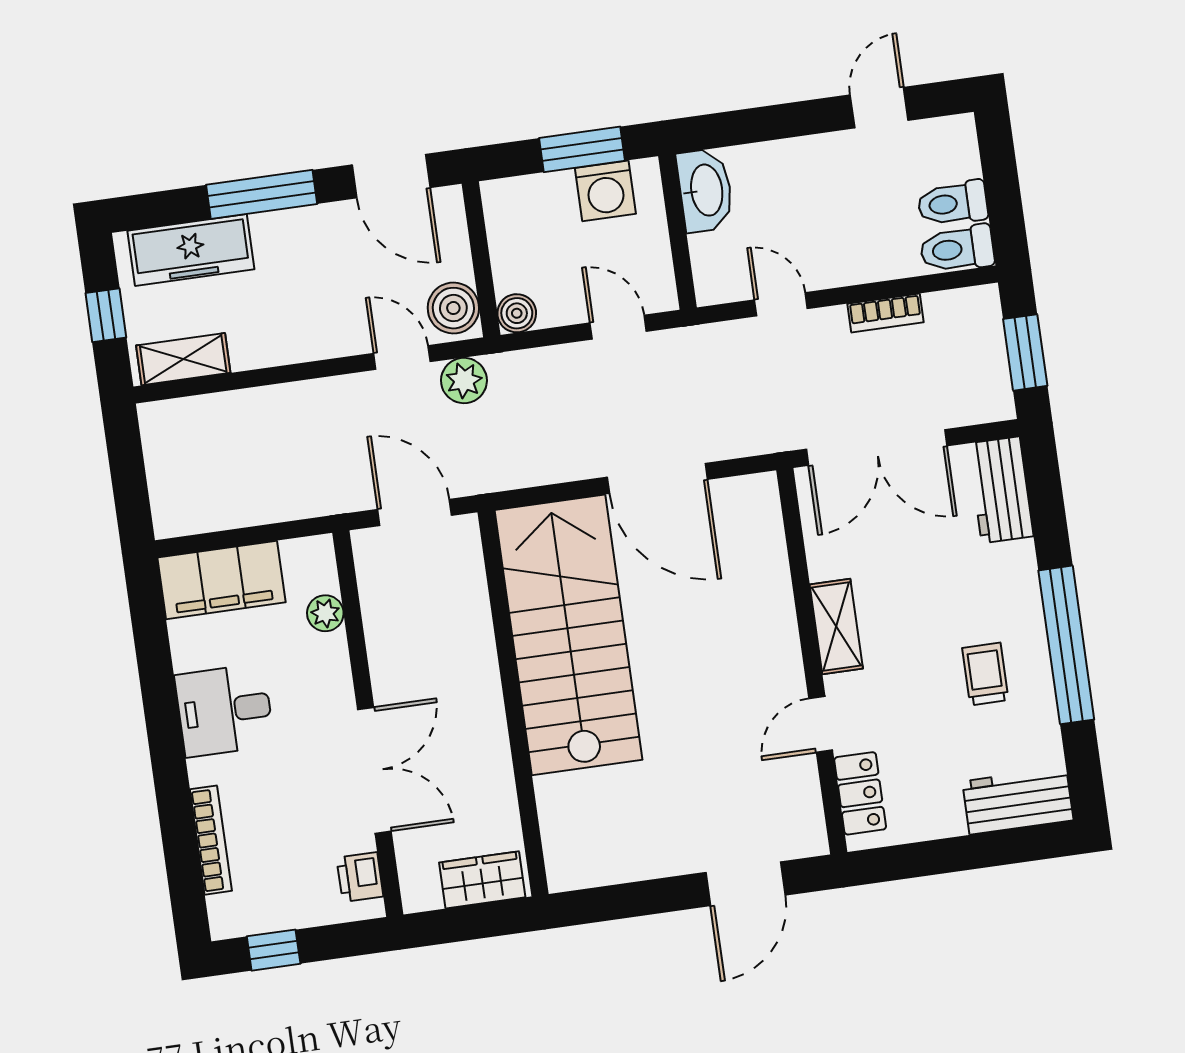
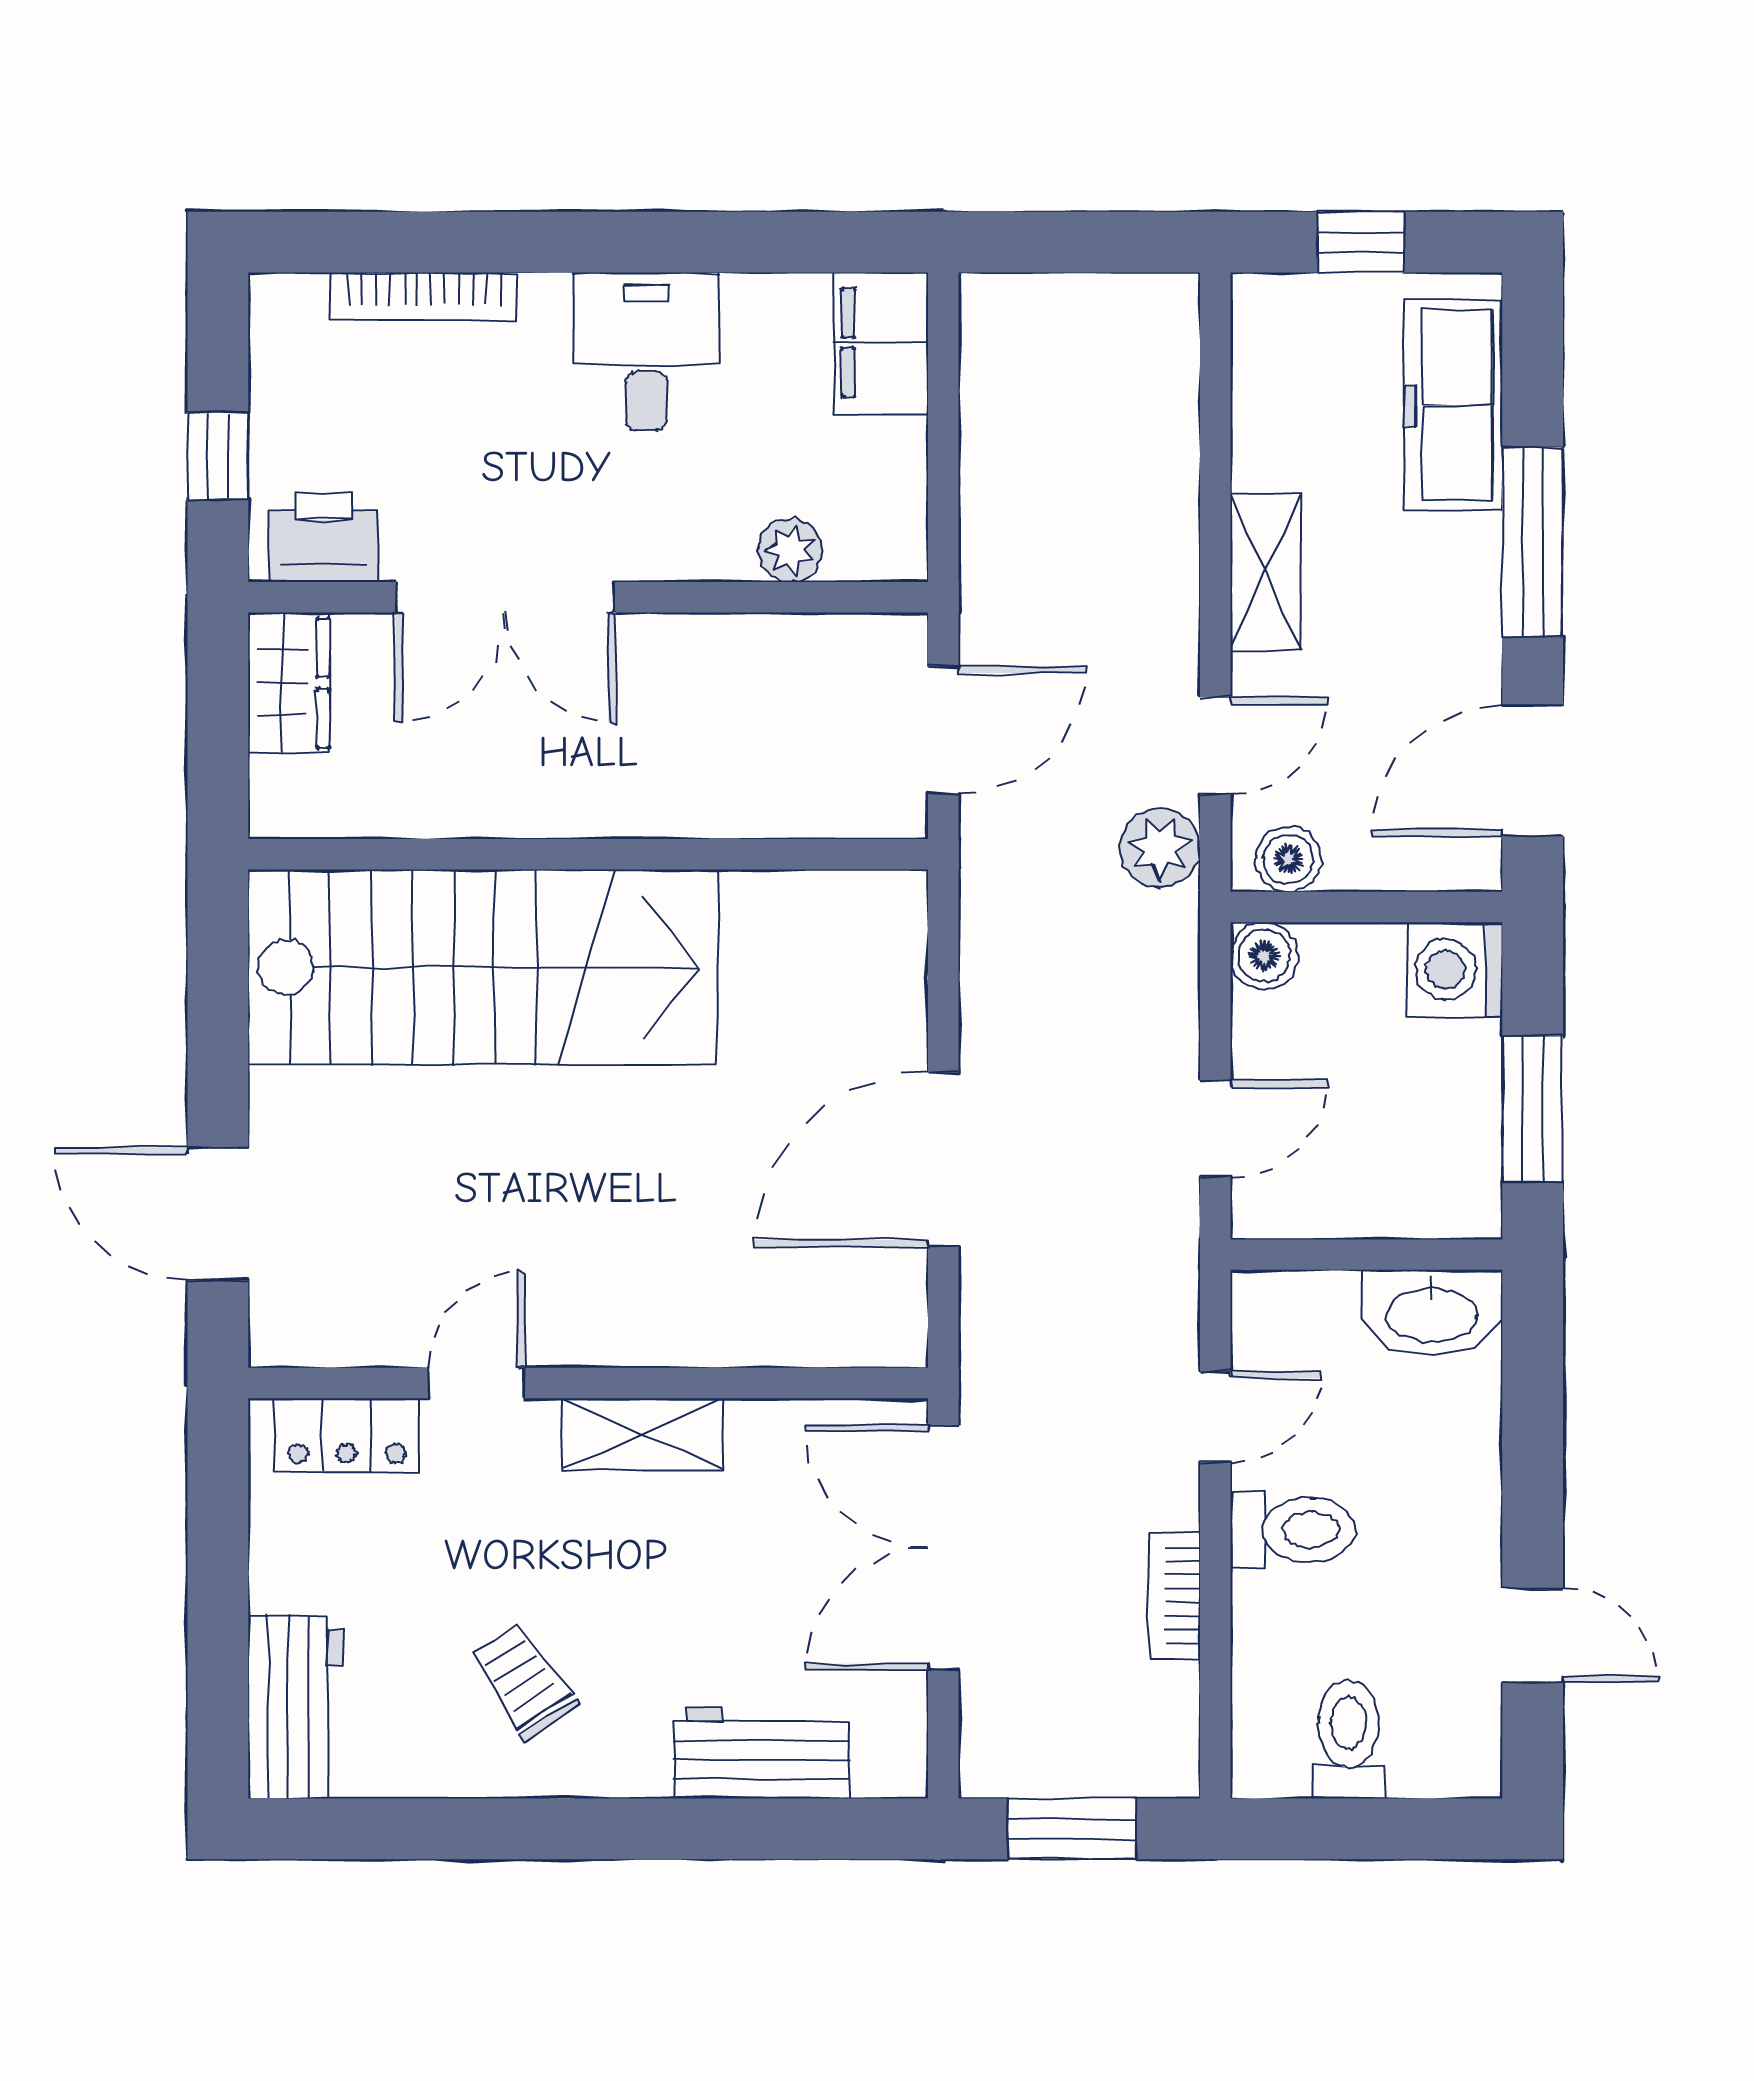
washing machine: (605, 191) -> (1455, 970), moved
toilet: (957, 249) -> (1293, 1530), moved, turned 90
boiler: (453, 308) -> (1289, 859), width x0.73, depth x0.73
shelving: (183, 359) -> (1266, 573), moved
workbench: (1001, 490) -> (762, 1753), moved
filing cabinet: (221, 580) -> (881, 343), width x0.67, depth x0.86
stairs: (568, 635) -> (483, 967), moved
window: (1066, 645) -> (554, 1829), removed
trolley: (985, 674) -> (524, 1681), turned -124
door: (821, 724) -> (476, 1383), hinge flipped
printer: (360, 877) -> (324, 537), width x1.36, depth x1.24
wardrobe: (482, 880) -> (289, 683), moved
window: (274, 950) -> (218, 456), moved

